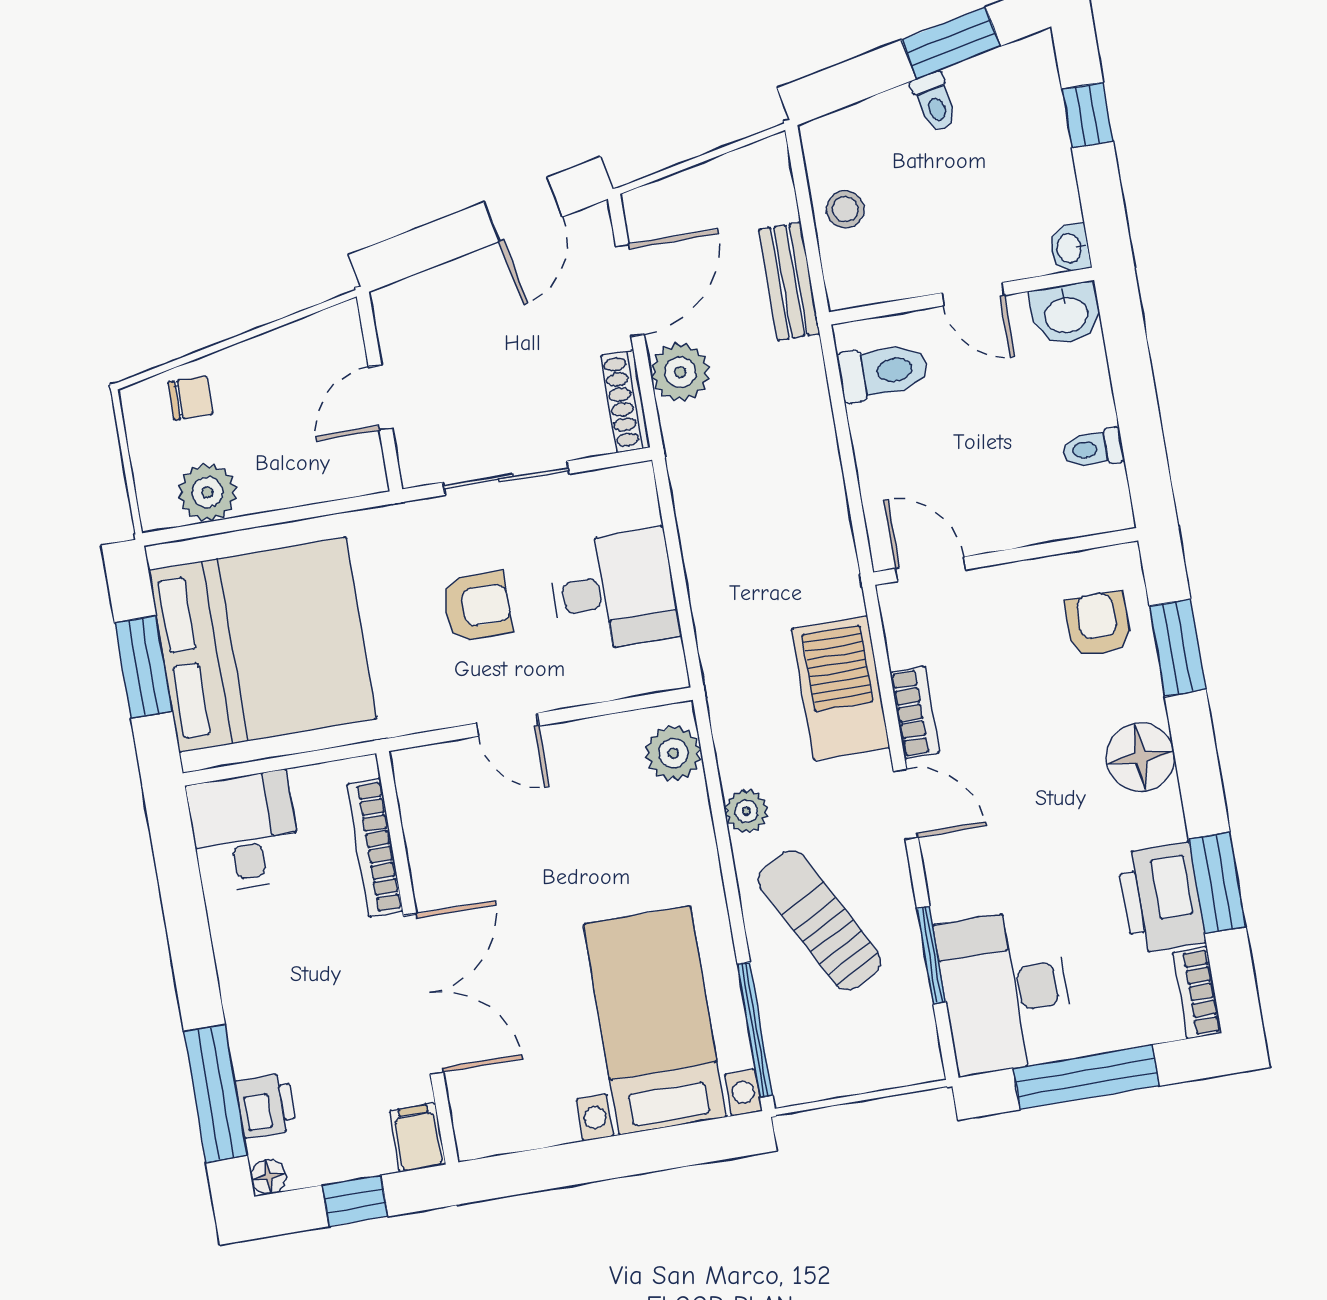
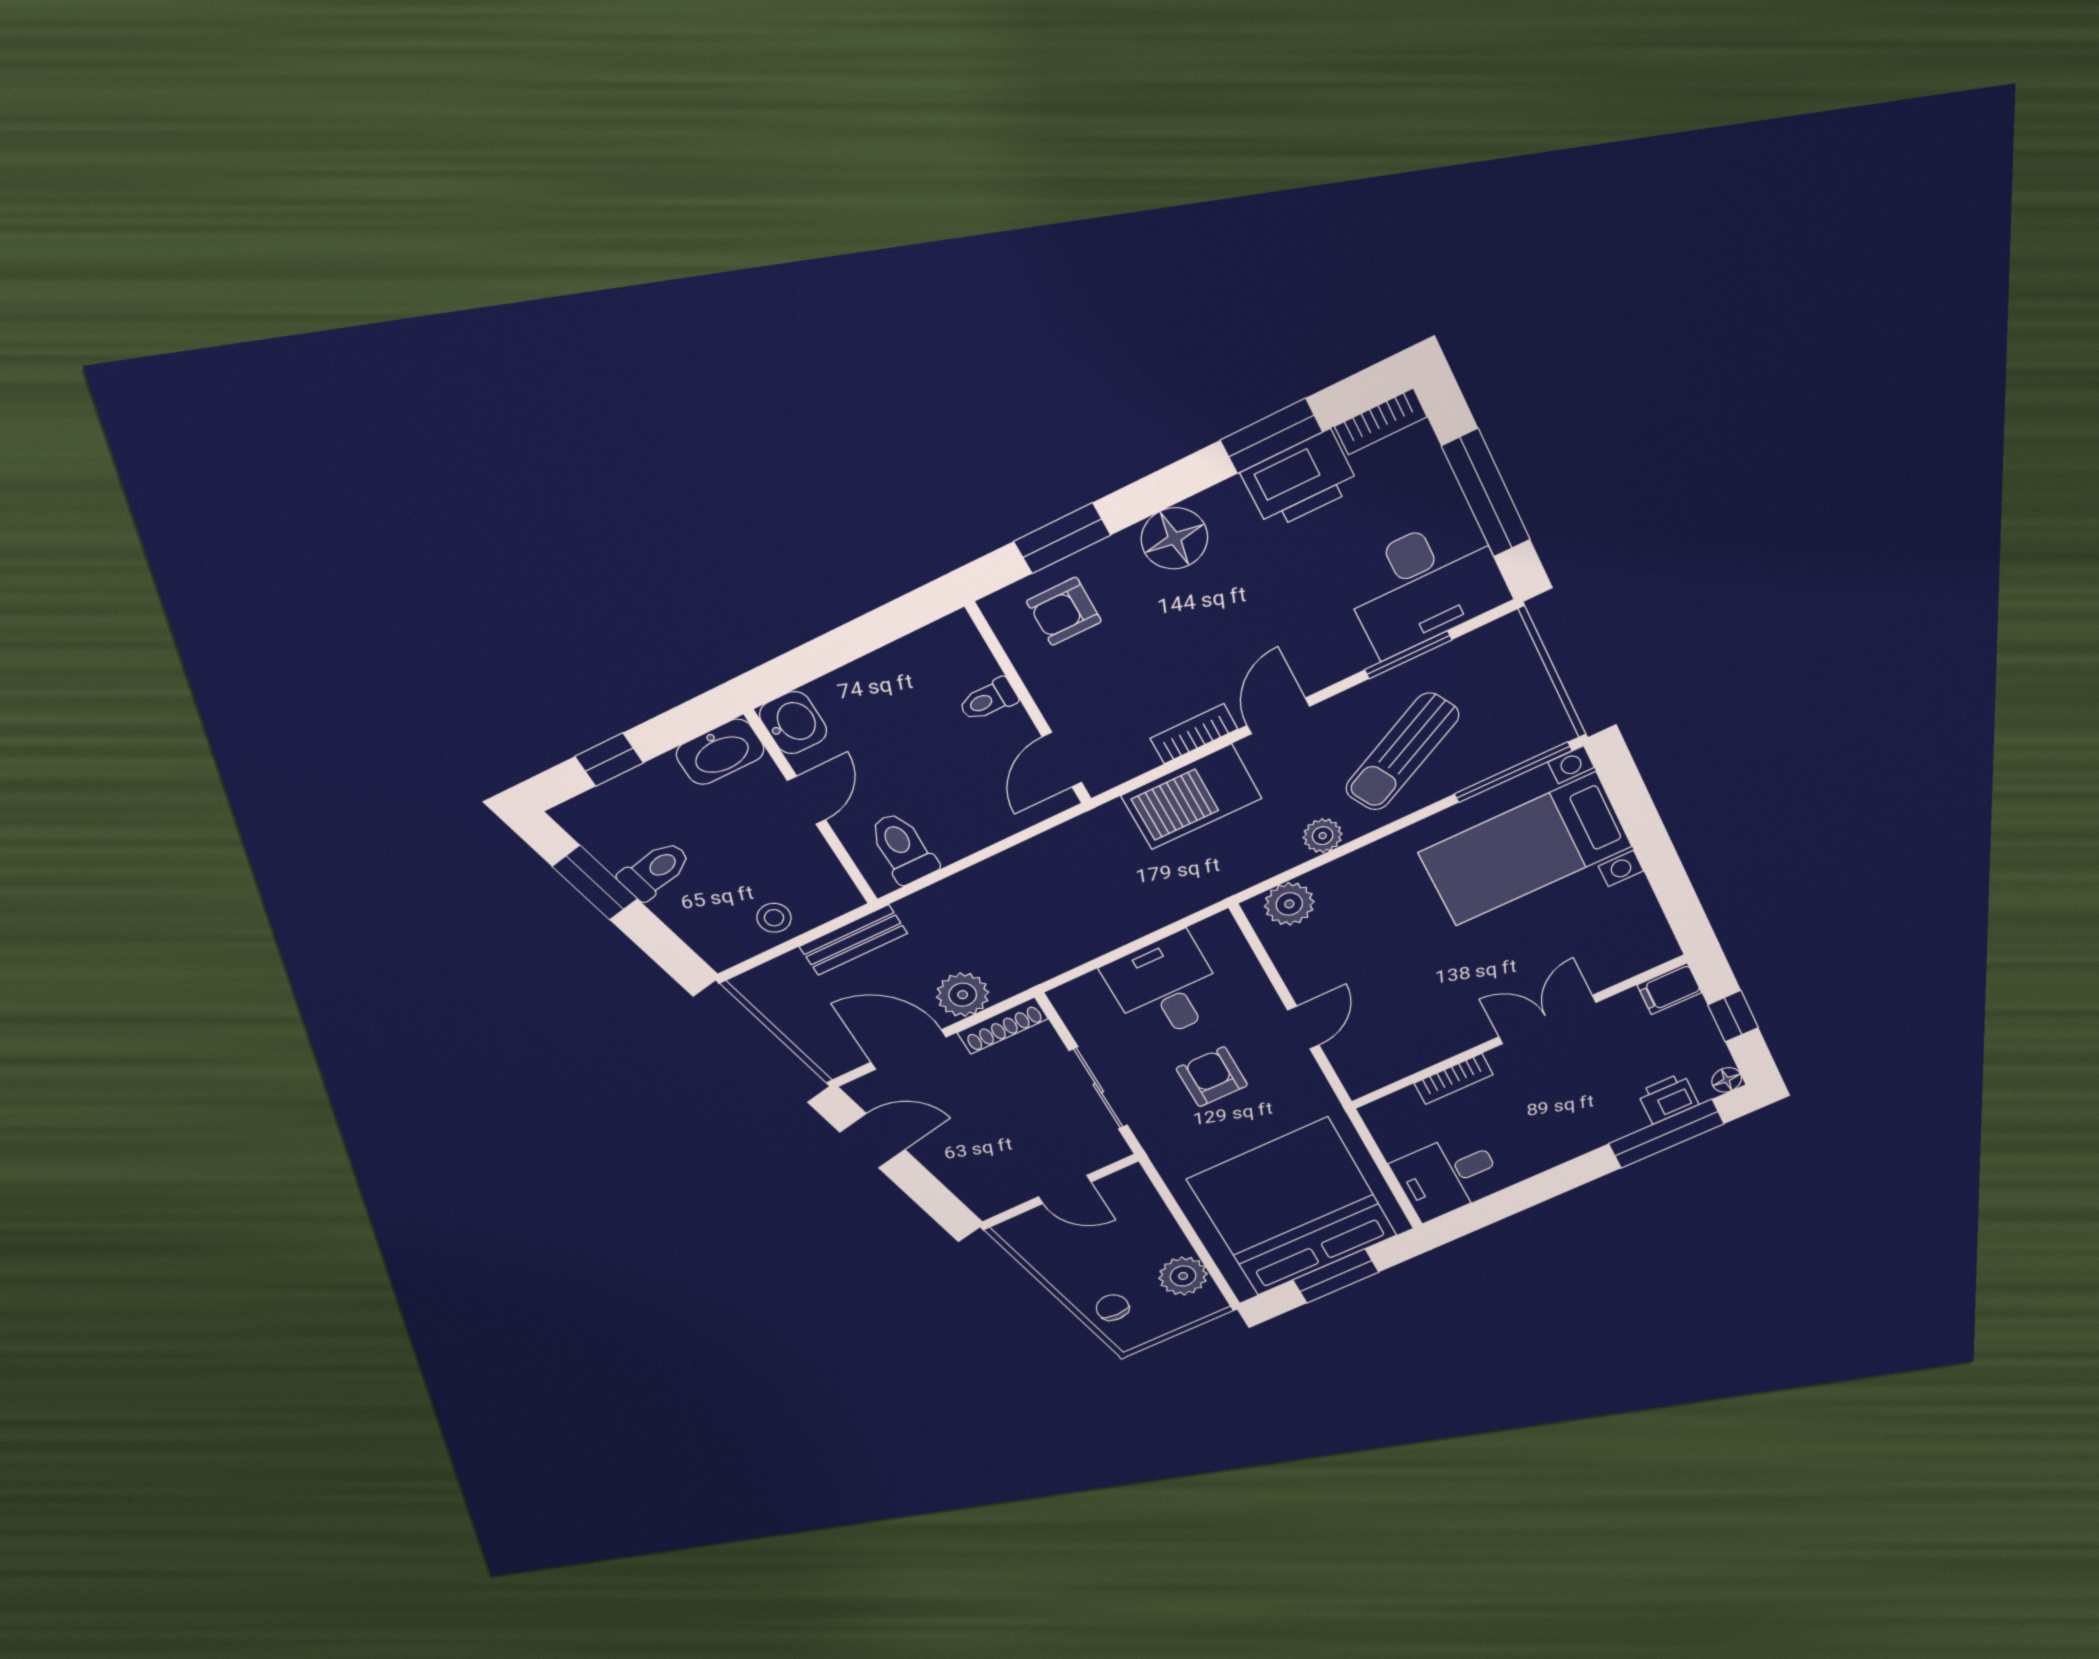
toilet: (934, 102) -> (655, 870), width x1.37, depth x1.39
washbasin: (1070, 248) -> (720, 752), width x1.91, depth x1.45
toilet: (1093, 449) -> (988, 700), moved, turned 90
bookcase: (375, 848) -> (1454, 1079), width x0.64
double door: (423, 994) -> (1547, 1020), width x0.73

